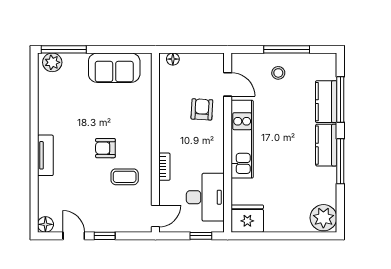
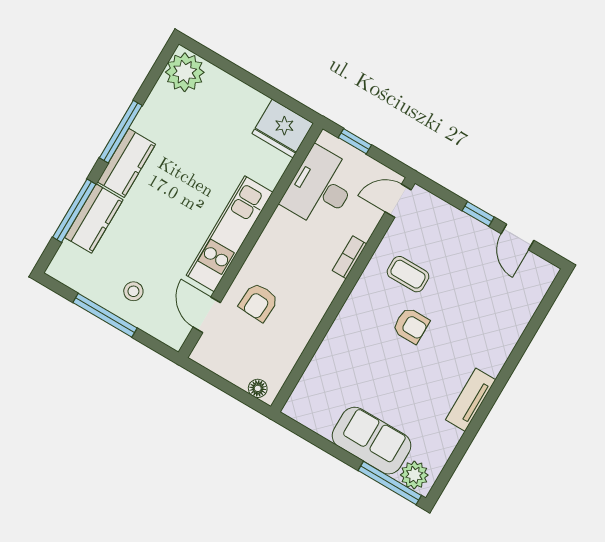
sofa: (114, 68) -> (372, 441), moved
tv unit: (45, 155) -> (471, 400), moved
floor lamp: (45, 224) -> (545, 273), removed

